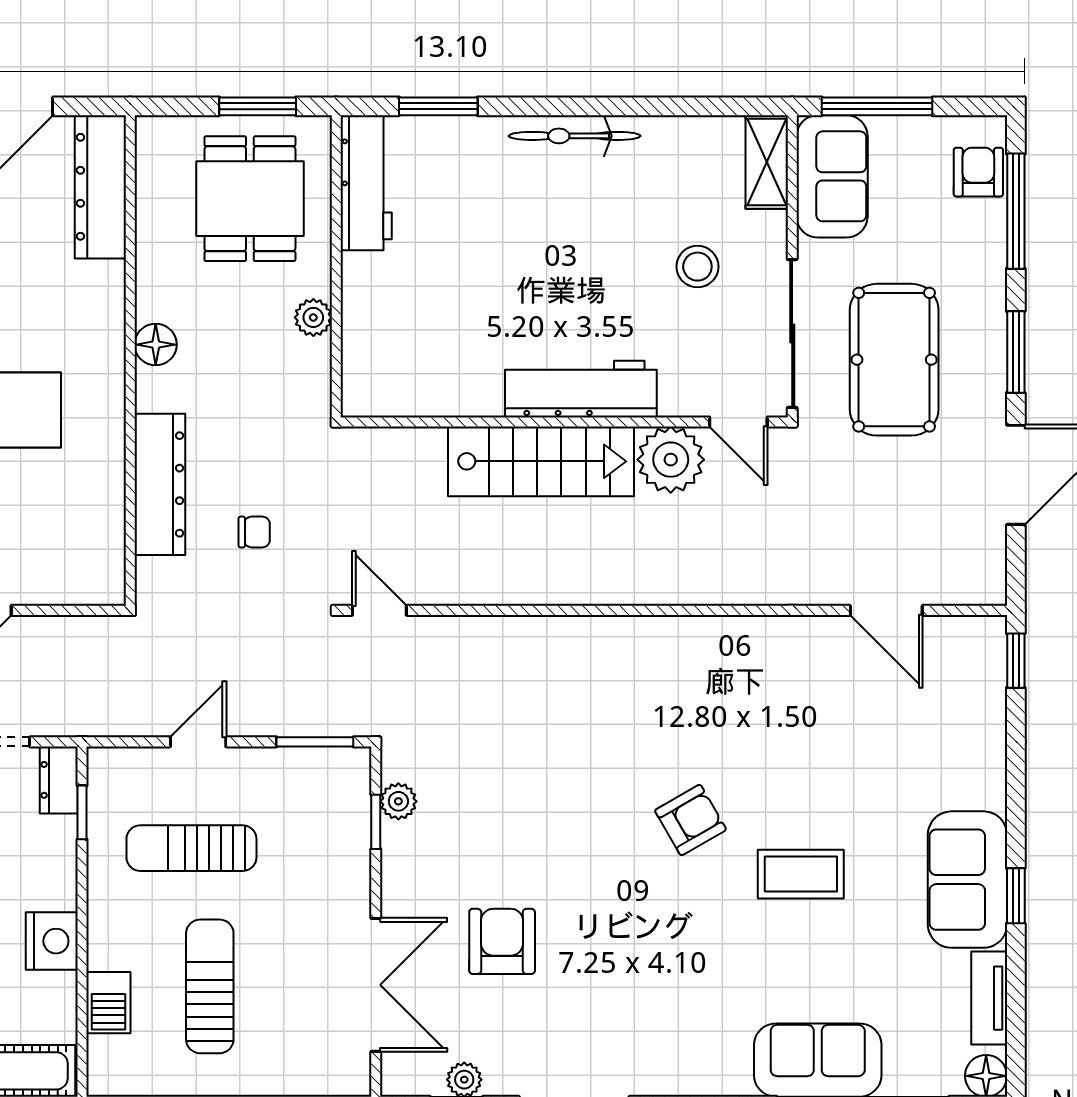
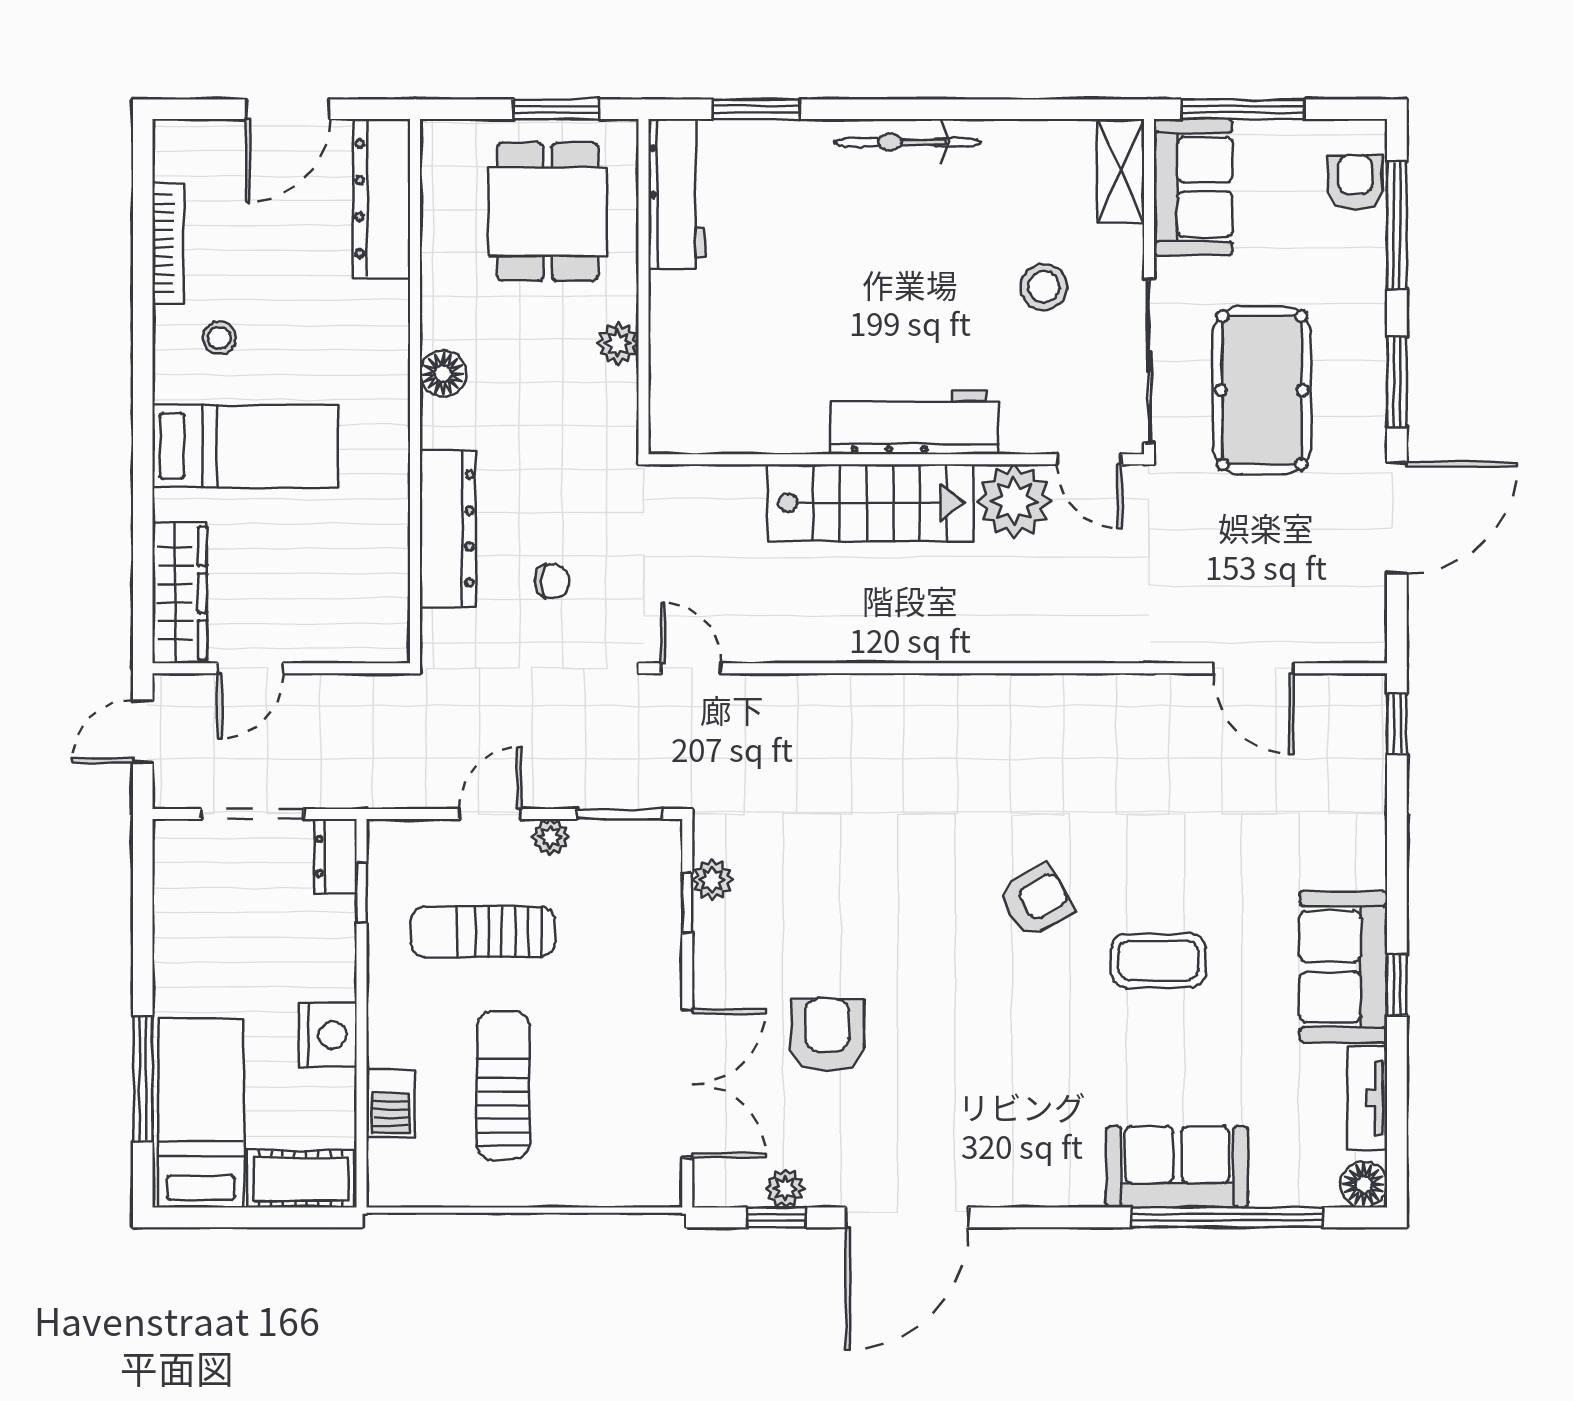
plant: (252, 763) -> (550, 837), added

